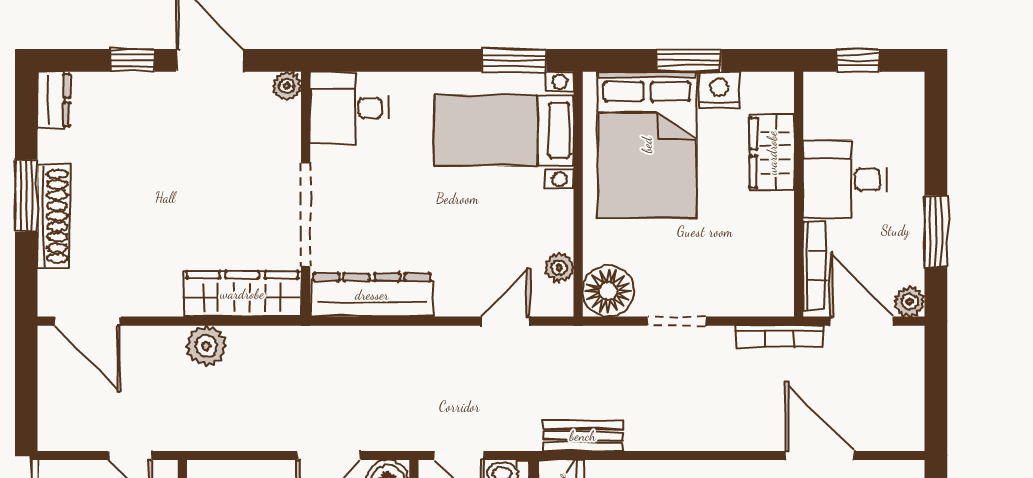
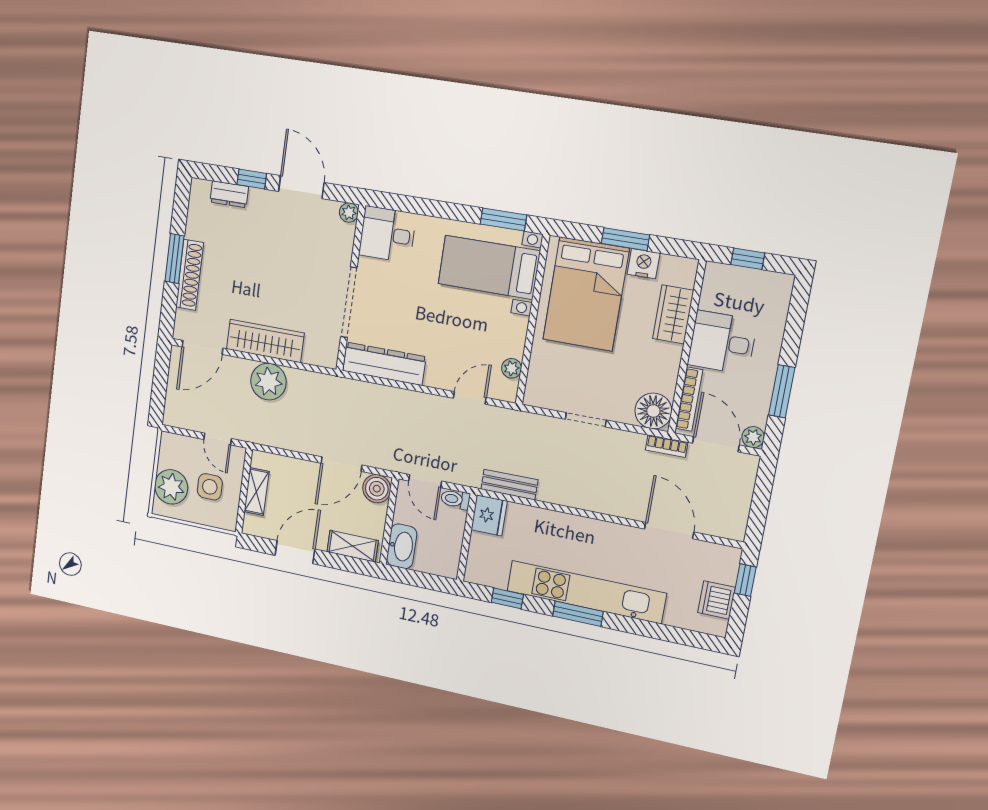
dresser: (54, 100) -> (229, 194), moved, turned 90
floor lamp: (608, 291) -> (653, 411), moved
wardrobe: (242, 294) -> (265, 341), moved
door: (88, 321) -> (202, 347), hinge flipped
bookcase: (779, 337) -> (667, 446), width x0.64
plant: (206, 346) -> (268, 382), width x1.36, depth x1.36

